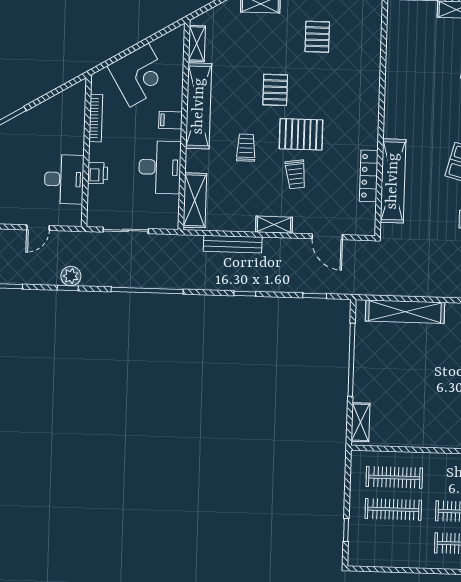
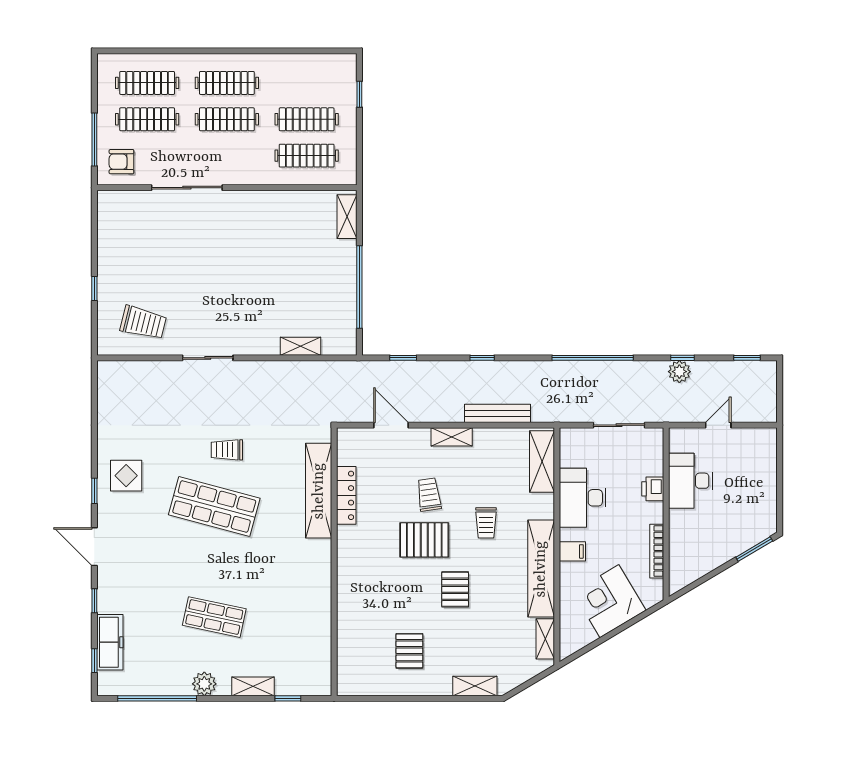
shelving: (405, 312) -> (300, 346), width x0.45, depth x0.75

